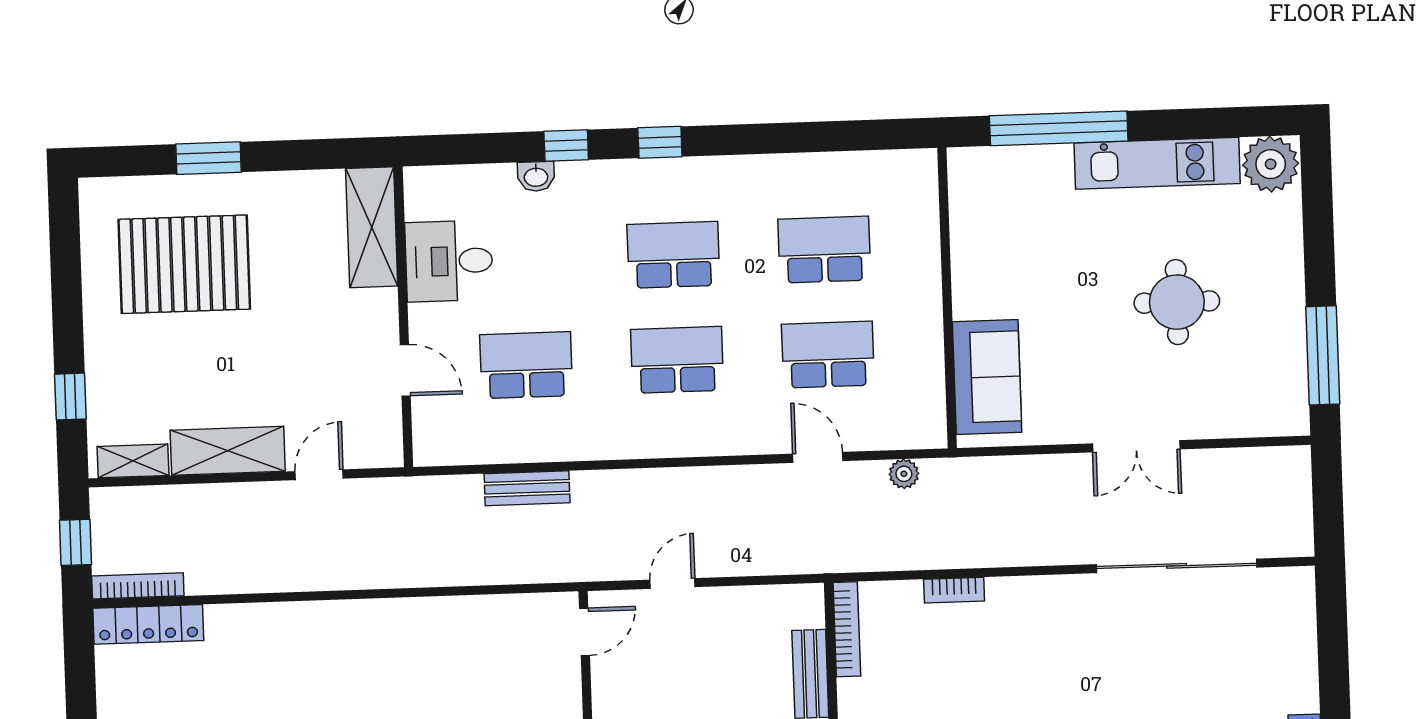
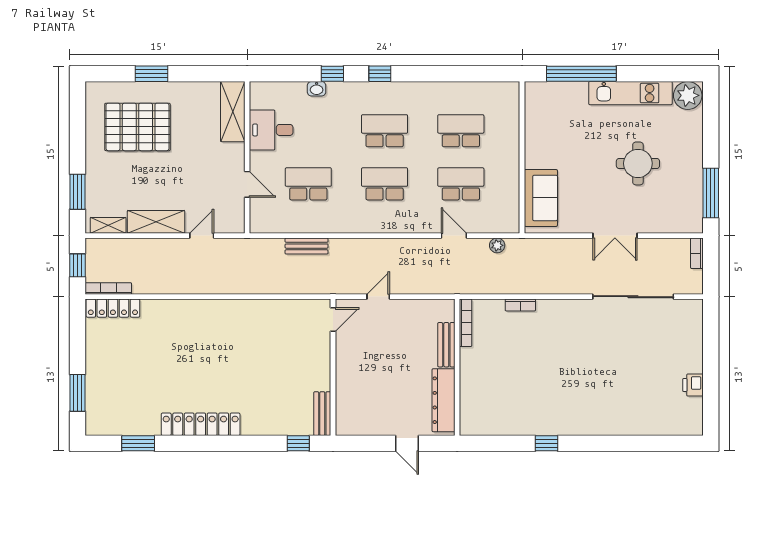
window: (70, 397) -> (78, 192), width x1.50
bookcase: (1300, 476) -> (697, 253), added

